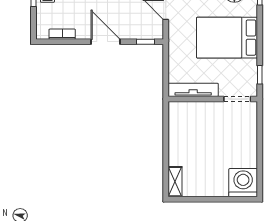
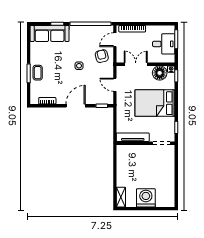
door: (105, 42) -> (76, 106), hinge flipped
washing machine: (243, 183) -> (146, 198), moved

